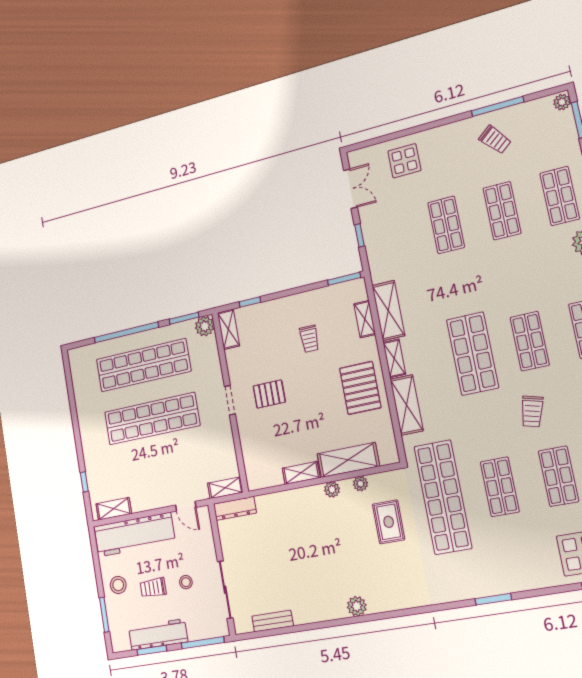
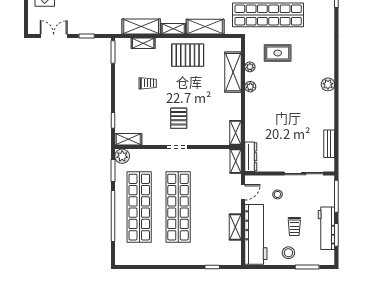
shelving: (301, 473) -> (236, 133), moved
shelving: (114, 509) -> (235, 227), moved
stool: (186, 582) -> (277, 194), moved

